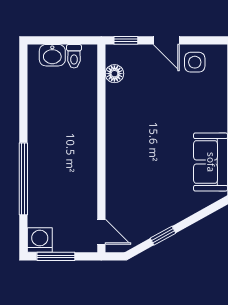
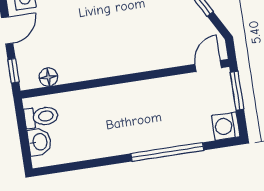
toilet: (74, 56) -> (41, 117), width x1.37, depth x1.39
window: (56, 256) -> (237, 91), moved

